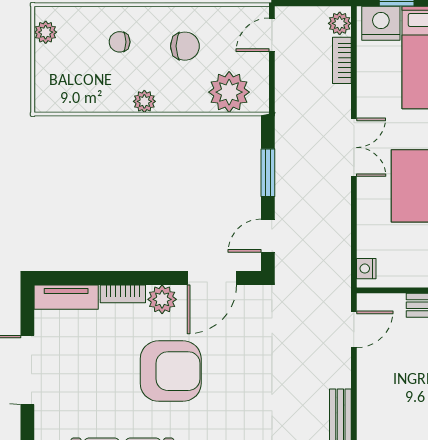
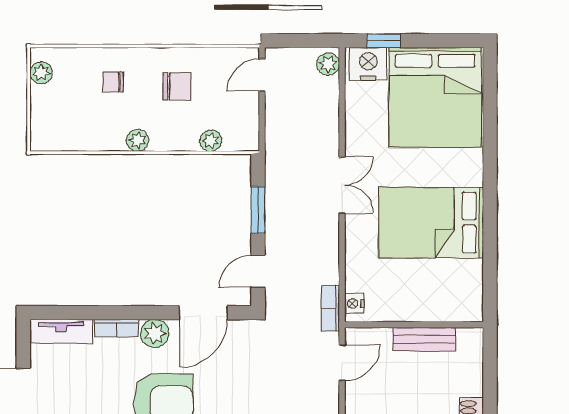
bookcase: (342, 60) -> (330, 308), moved
plant: (229, 92) -> (211, 141), width x0.53, depth x0.53

